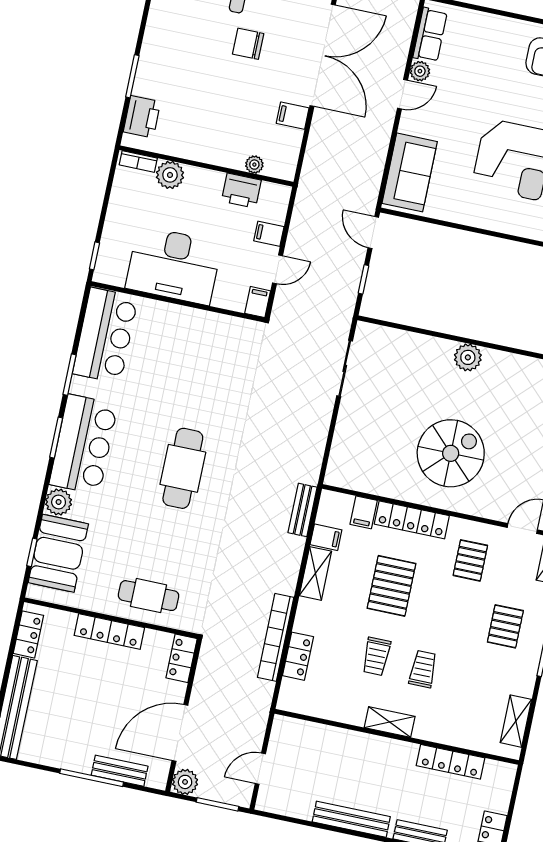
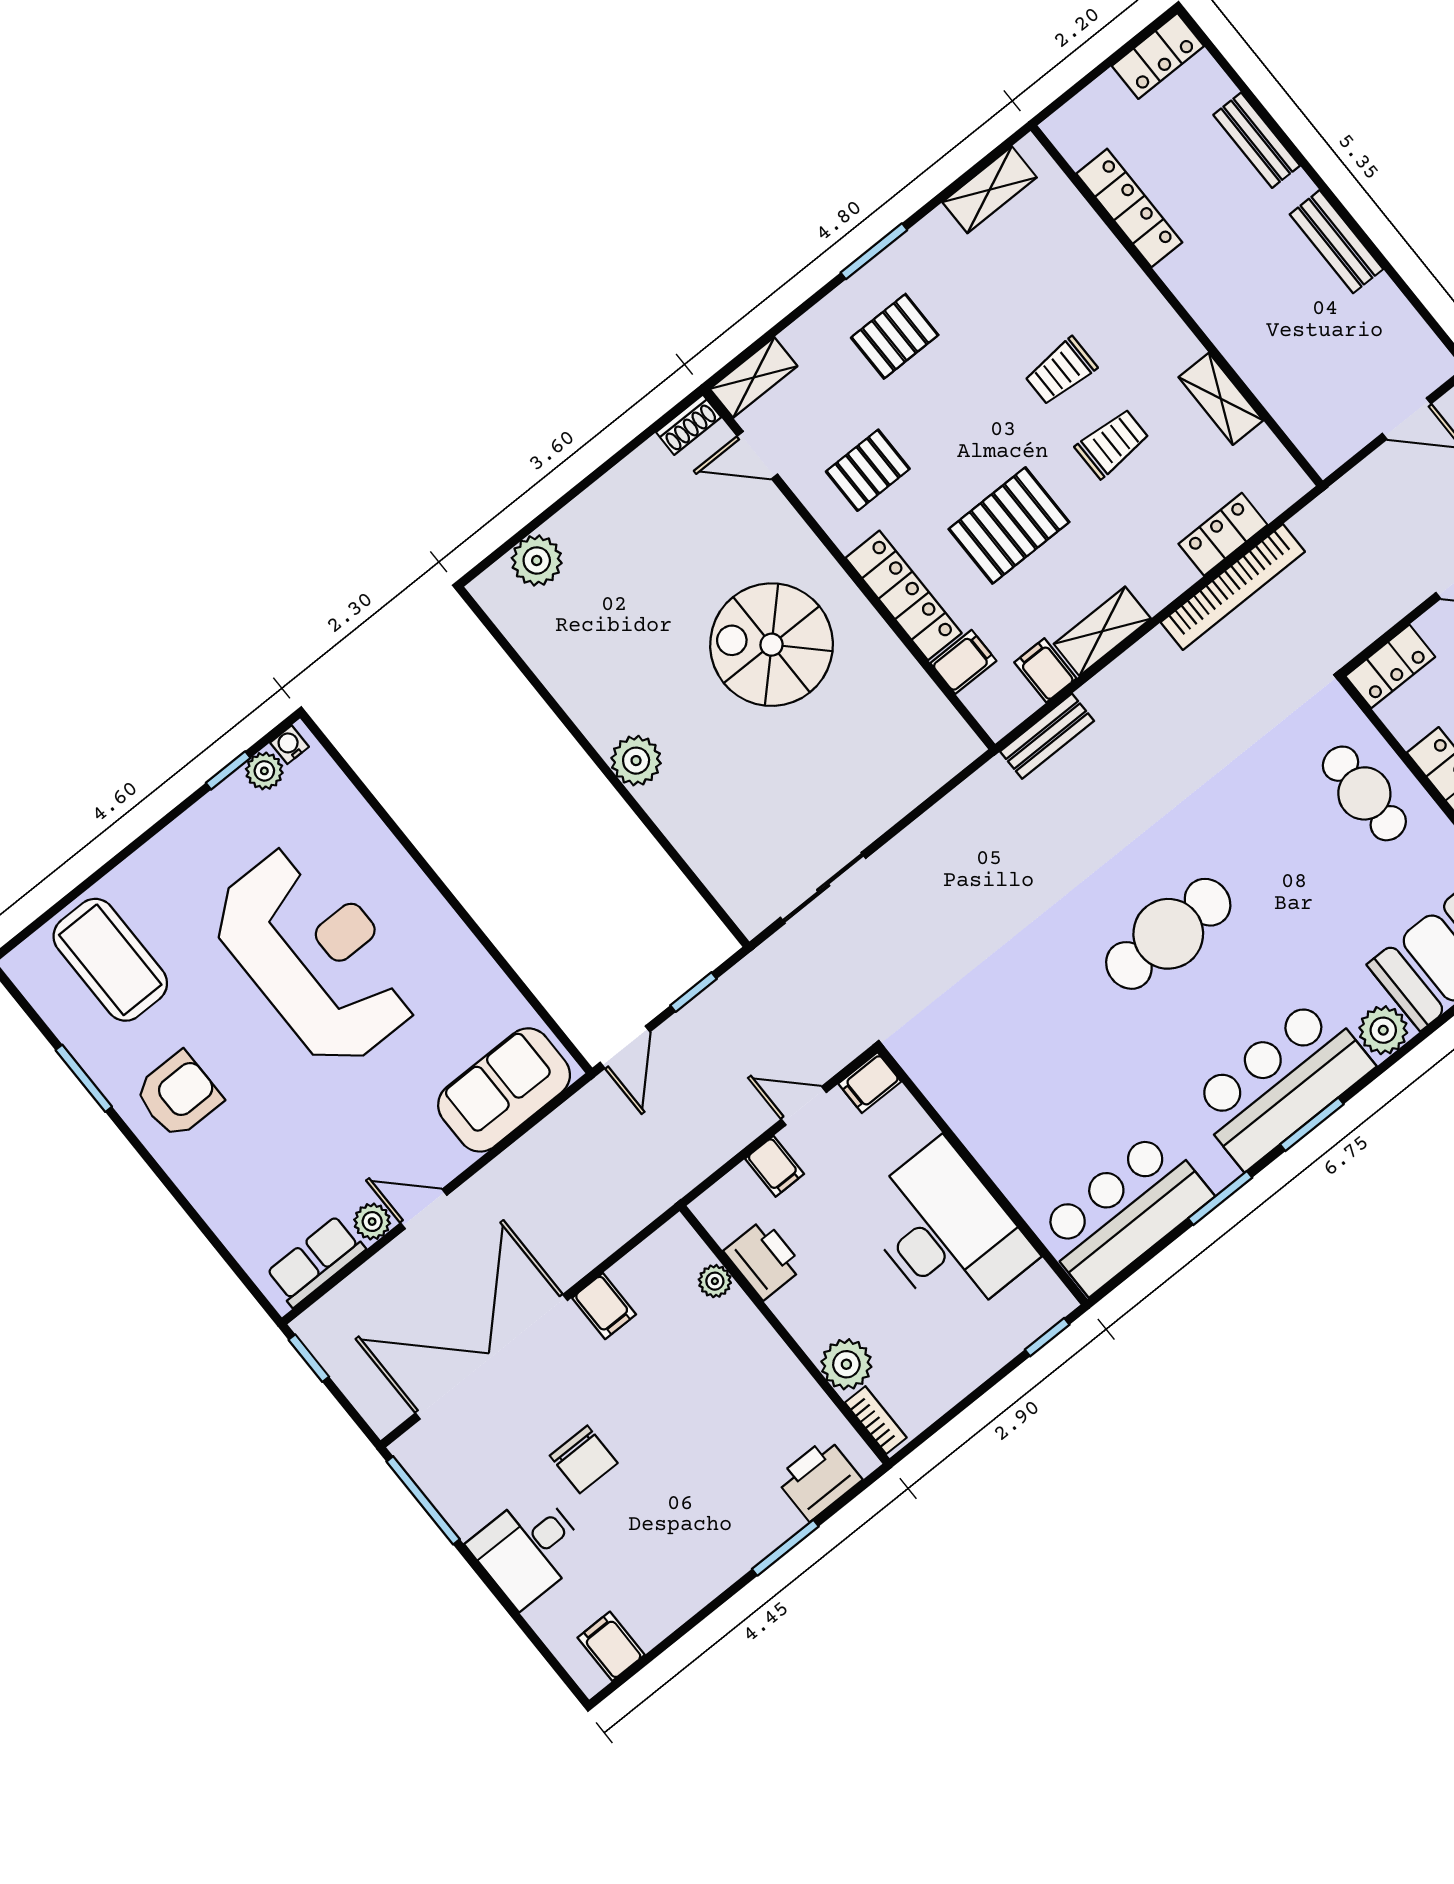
shelving: (390, 722) -> (1221, 399), moved
bench: (351, 819) -> (1336, 242), width x0.73

